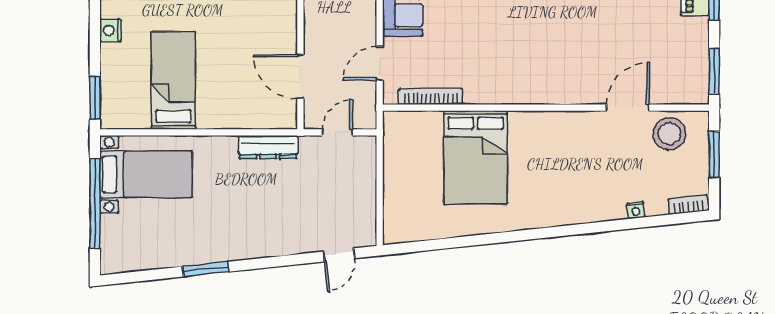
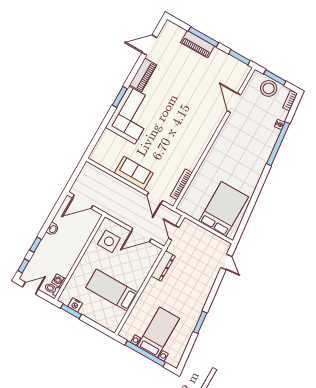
side table: (257, 26) -> (109, 241), added
window: (95, 98) -> (71, 311), moved
stool: (669, 134) -> (269, 88), moved
bed: (476, 157) -> (224, 209), moved, turned -90
bed with nightstands: (146, 174) -> (158, 332), moved
window: (600, 227) -> (278, 144), added

